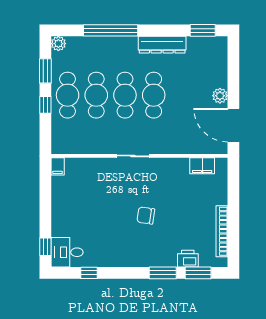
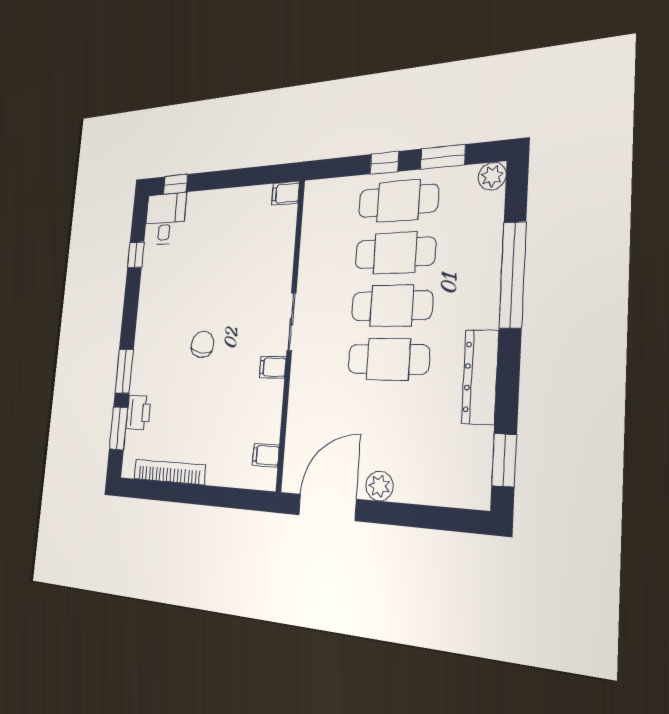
filing cabinet: (159, 166) -> (273, 367), added
filing cabinet: (202, 166) -> (266, 455), width x0.50

